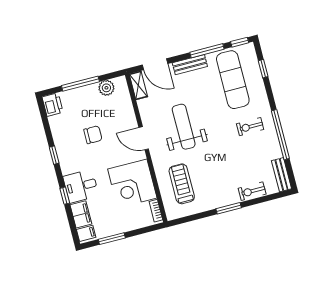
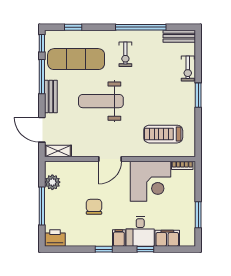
door: (155, 64) -> (42, 130), swing flipped
weight bench: (184, 127) -> (101, 101), moved
filing cabinet: (86, 233) -> (119, 238), moved

